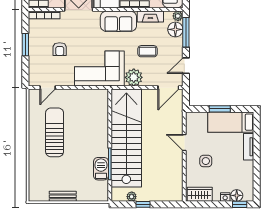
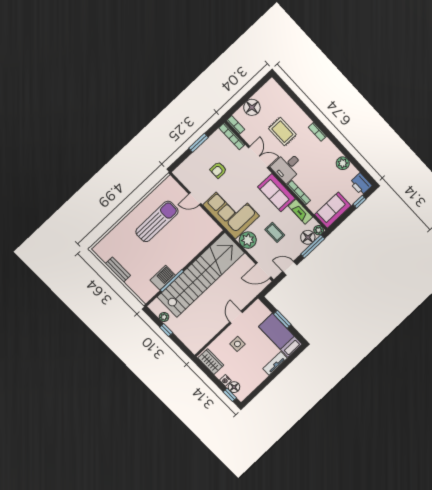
door: (48, 88) -> (195, 199), moved

